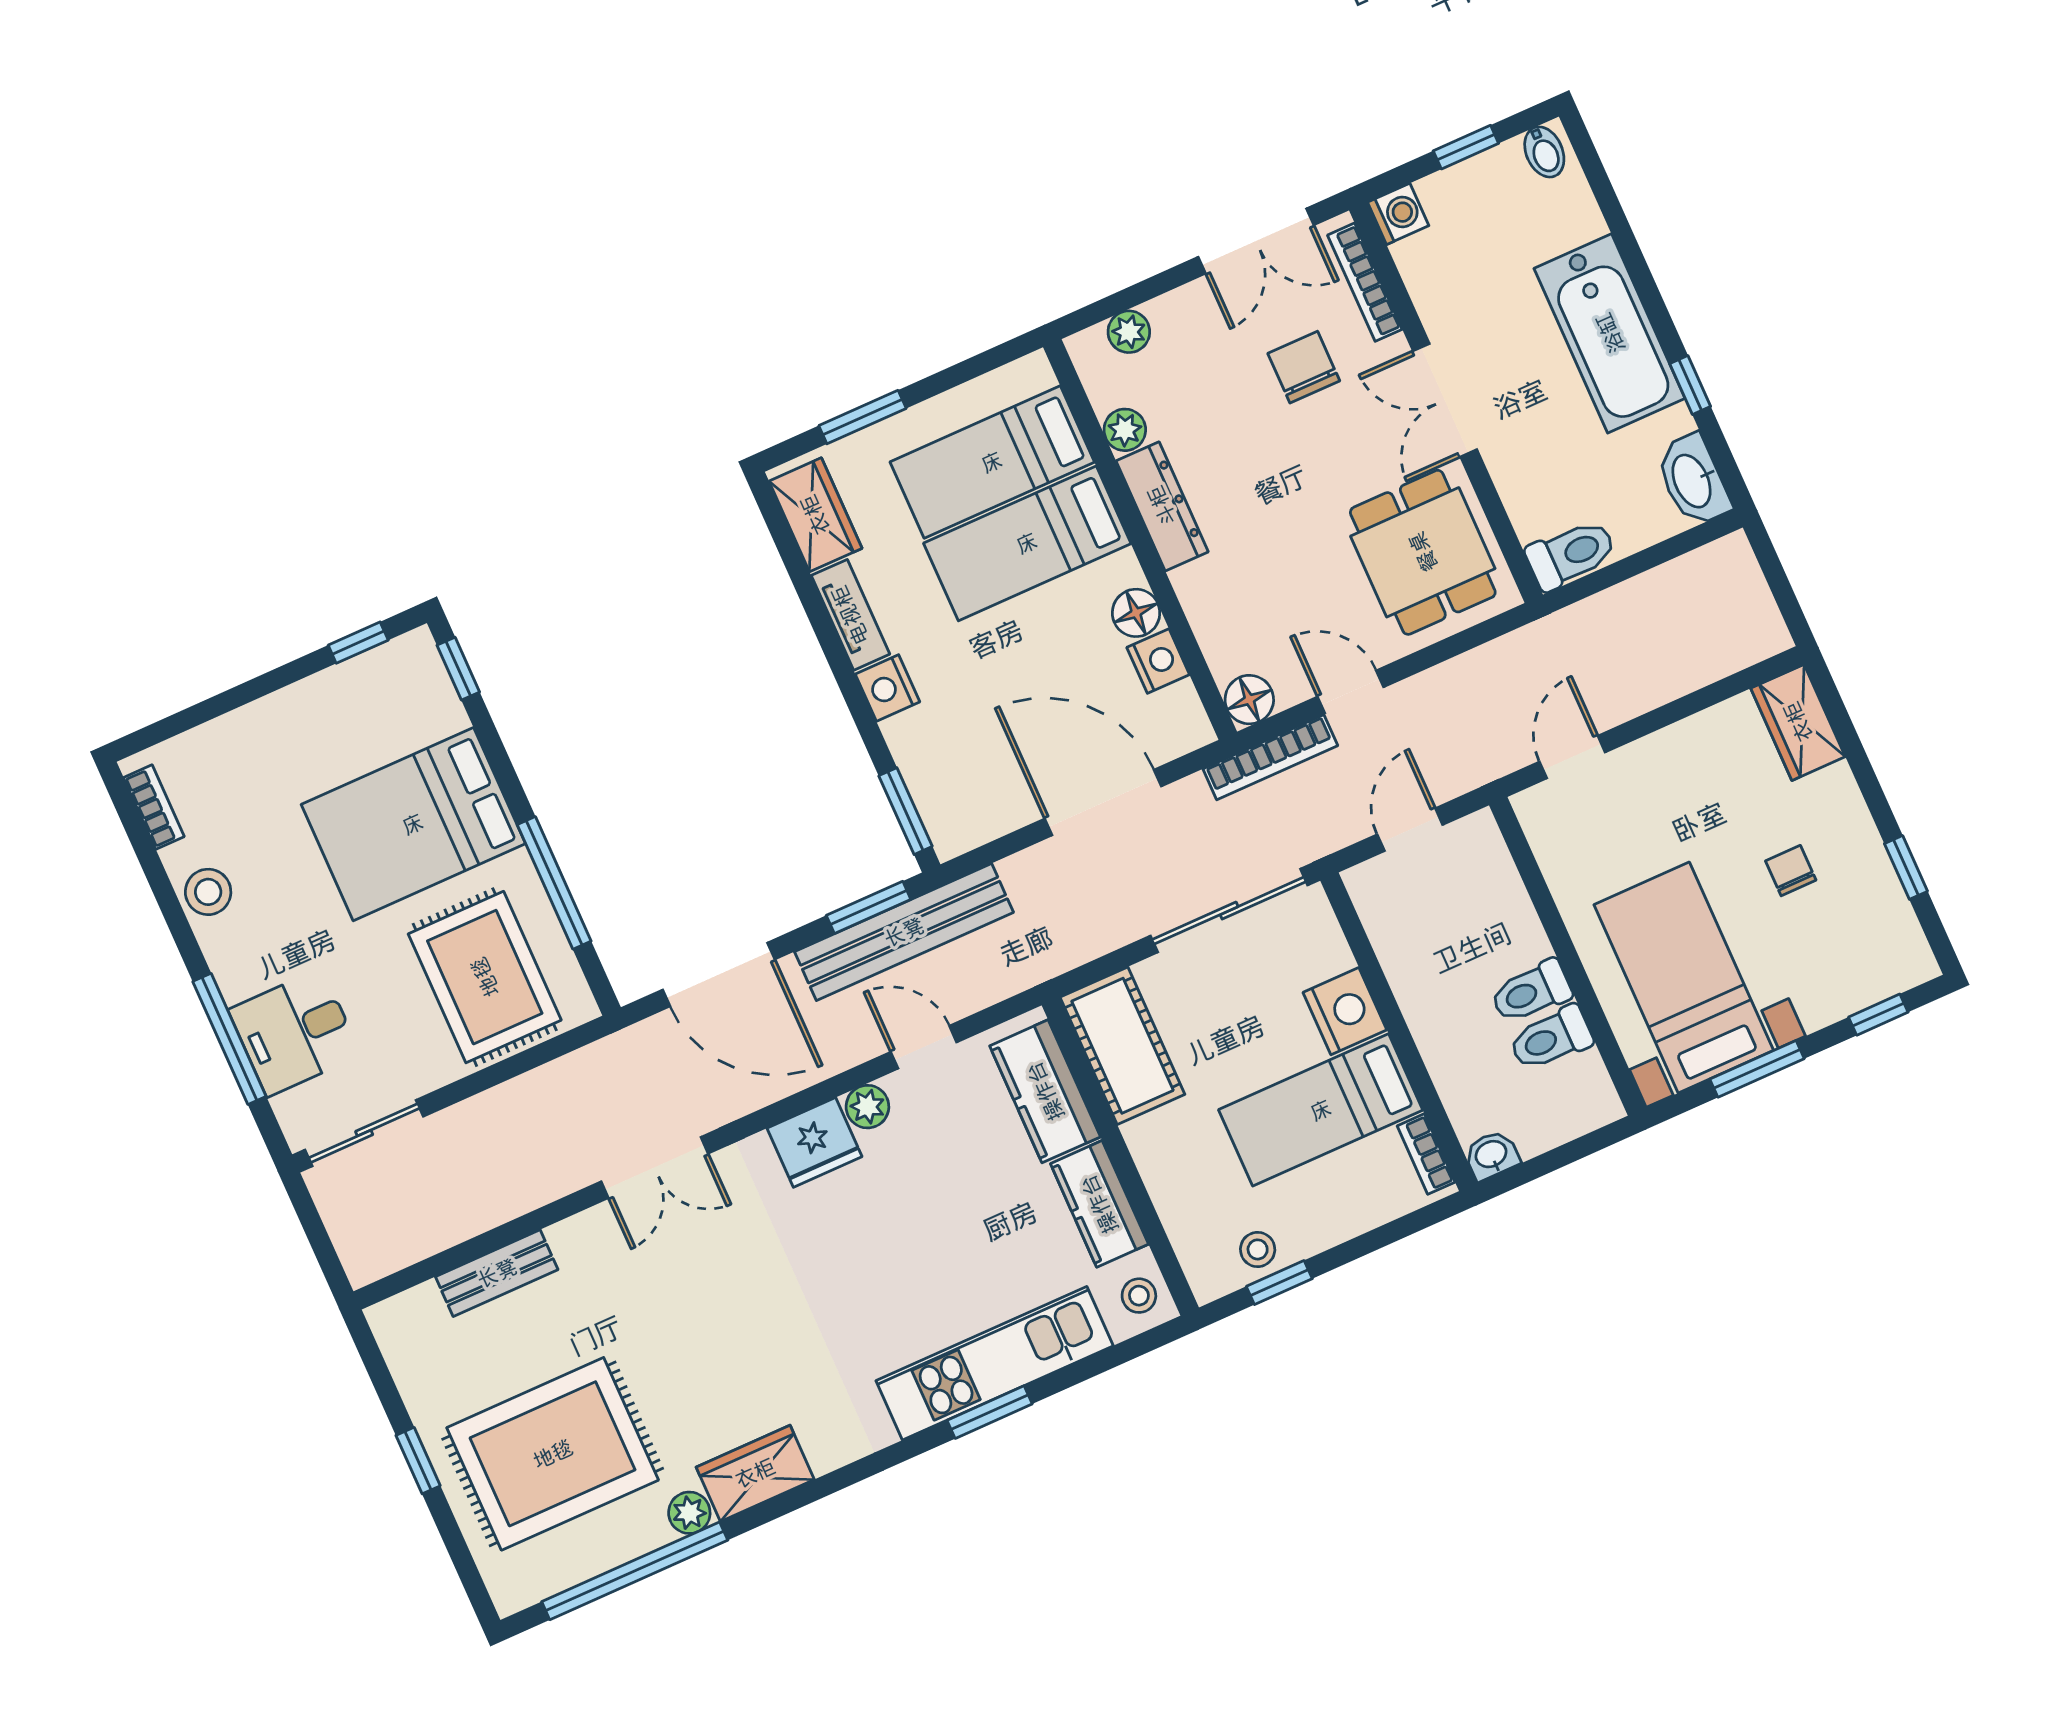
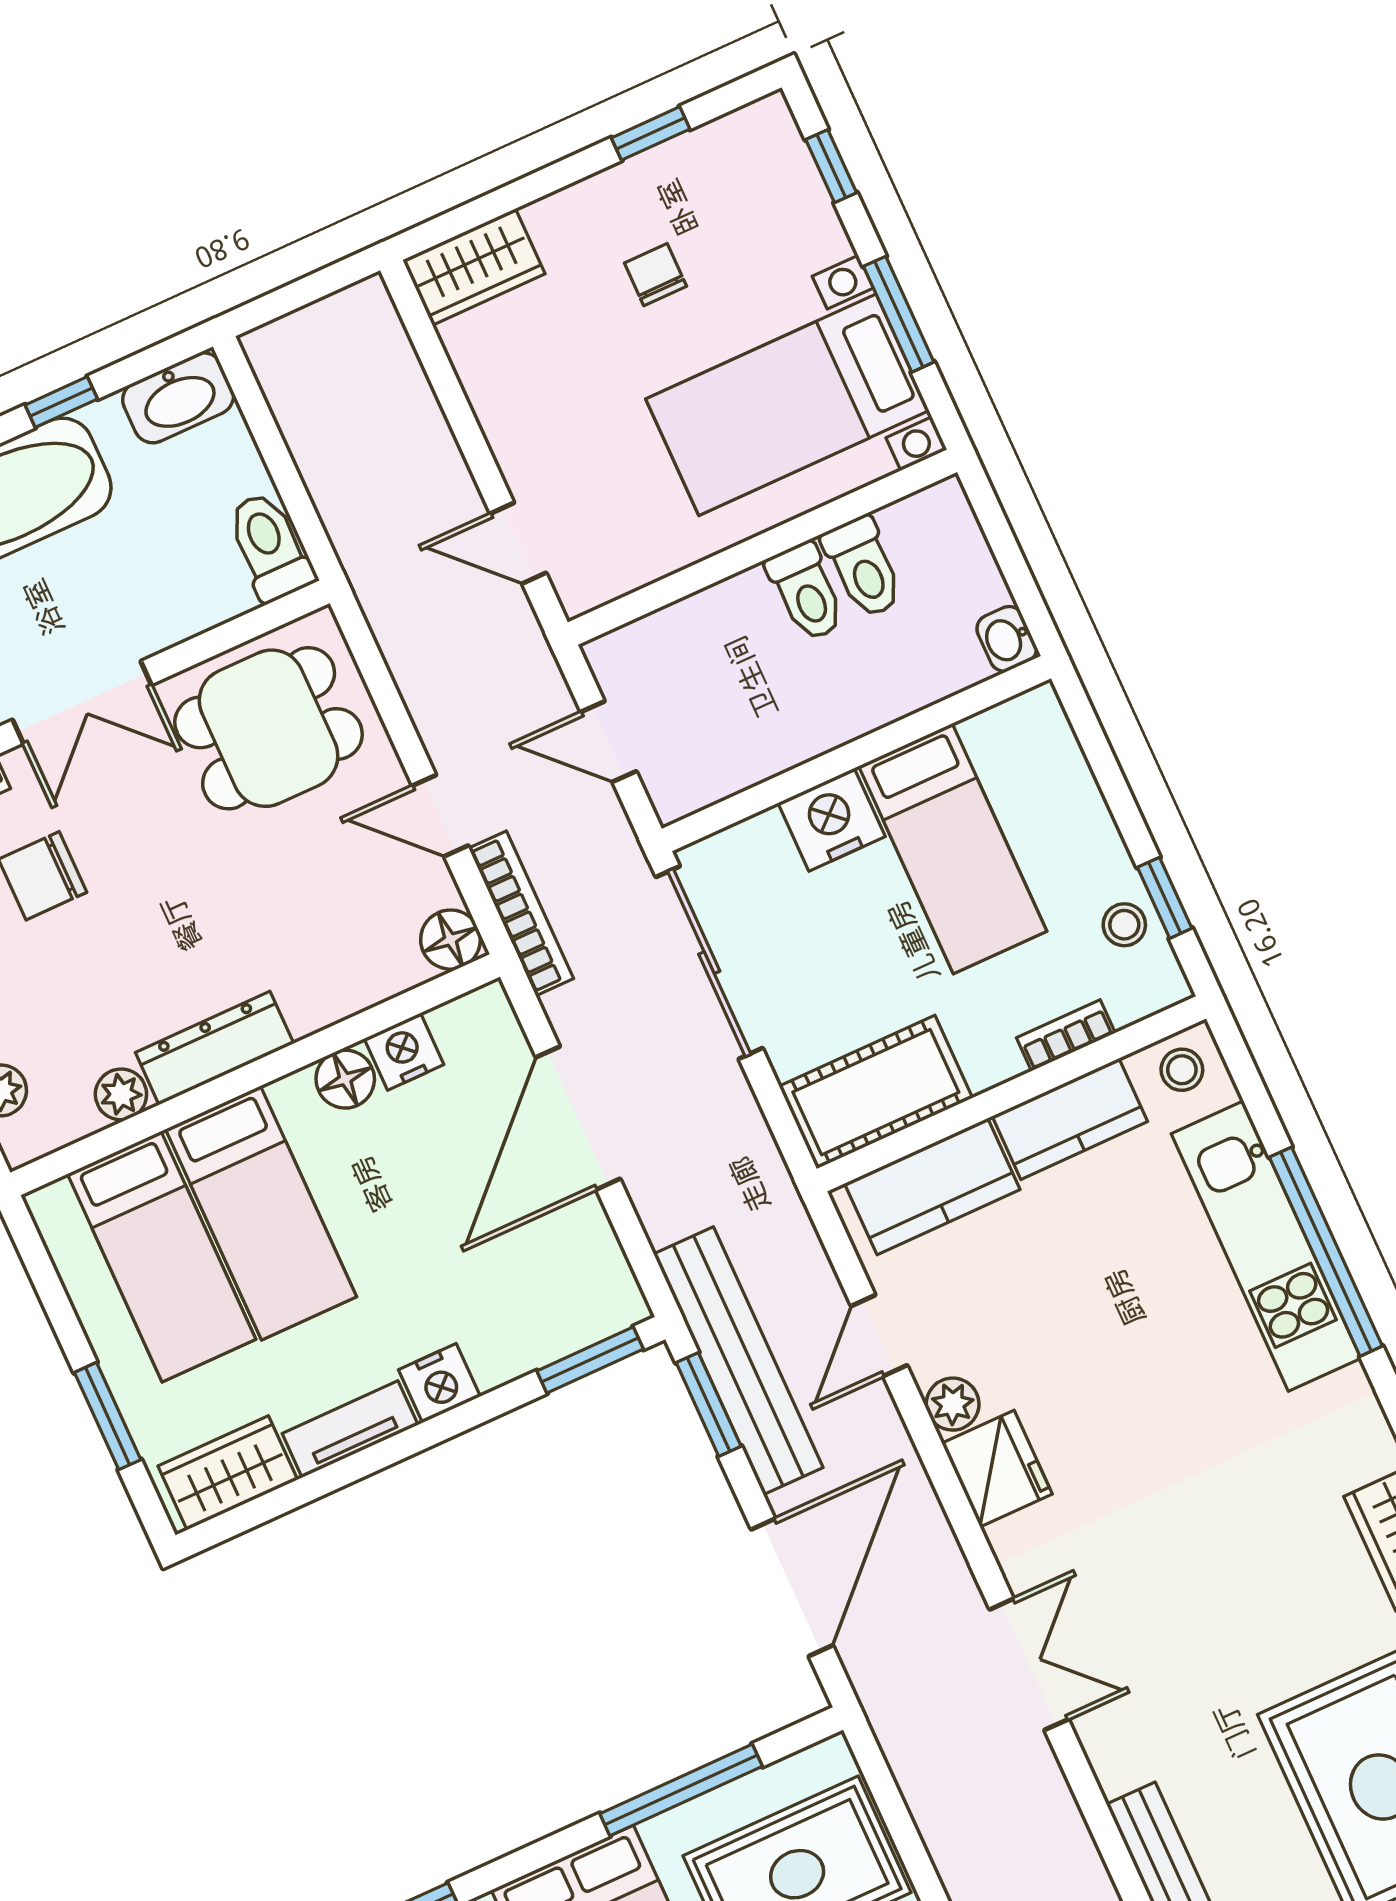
door: (1350, 692) -> (440, 816), hinge flipped
chair: (1791, 871) -> (655, 275), turned 90
bookcase: (1426, 1154) -> (1066, 1035), moved, turned 180
window: (990, 1412) -> (1326, 1252), width x2.11

